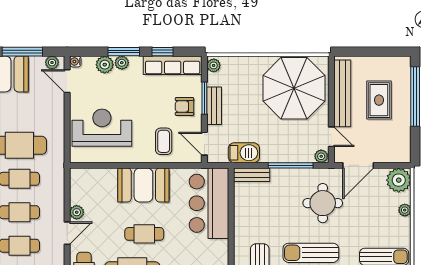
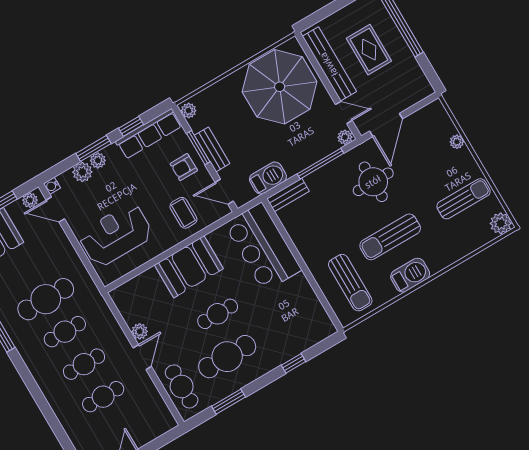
plant: (399, 180) -> (434, 116), removed

